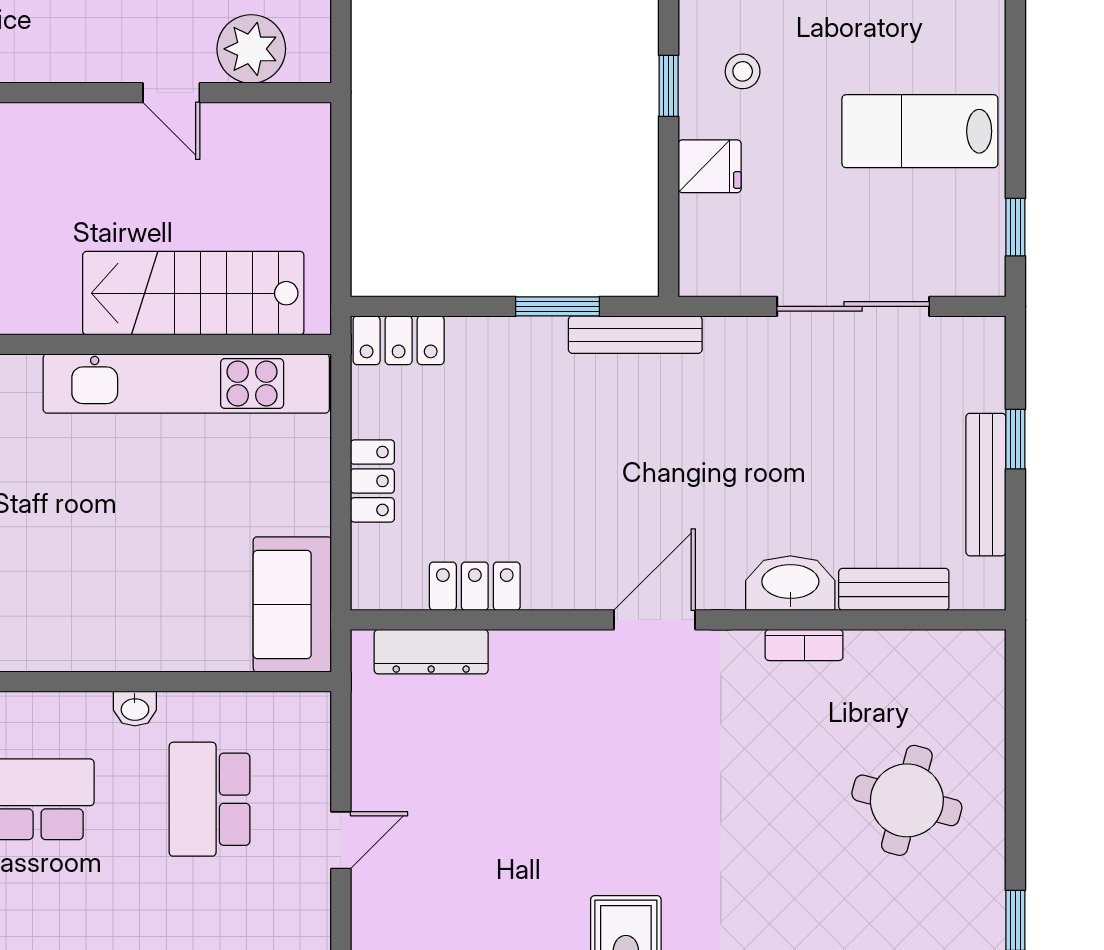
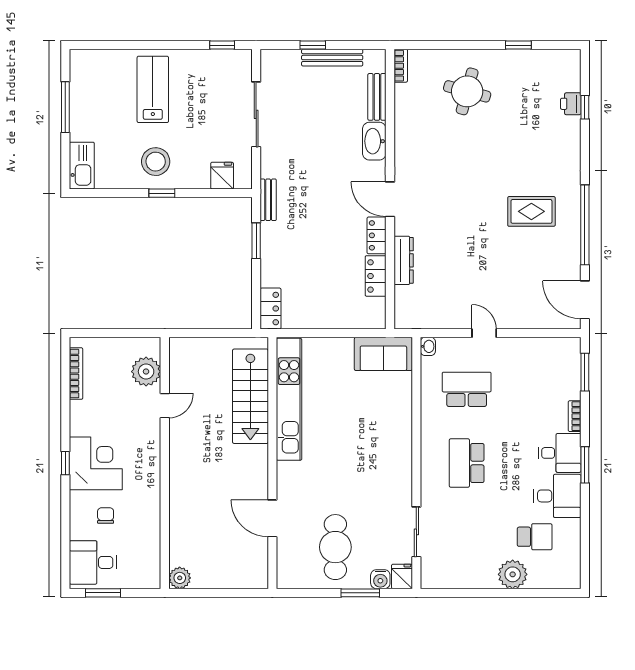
stool: (743, 71) -> (156, 162), width x1.89, depth x1.89
lab bench: (920, 131) -> (153, 89), moved, turned 180
fridge: (710, 166) -> (222, 176), moved
bench: (635, 335) -> (268, 200), width x0.73
locker: (372, 481) -> (377, 235), moved, turned -90
bookcase: (804, 645) -> (401, 66), moved
dresser: (431, 652) -> (404, 260), moved
washbasin: (135, 709) -> (428, 346), moved
school desk: (210, 799) -> (467, 389), turned 180

